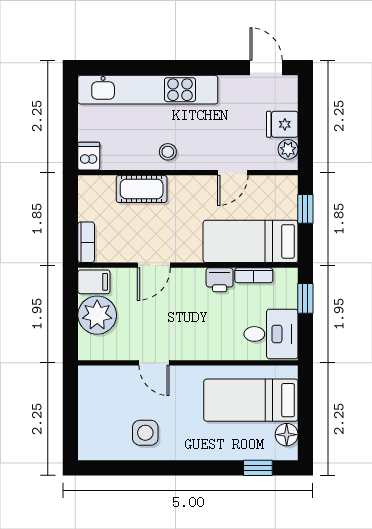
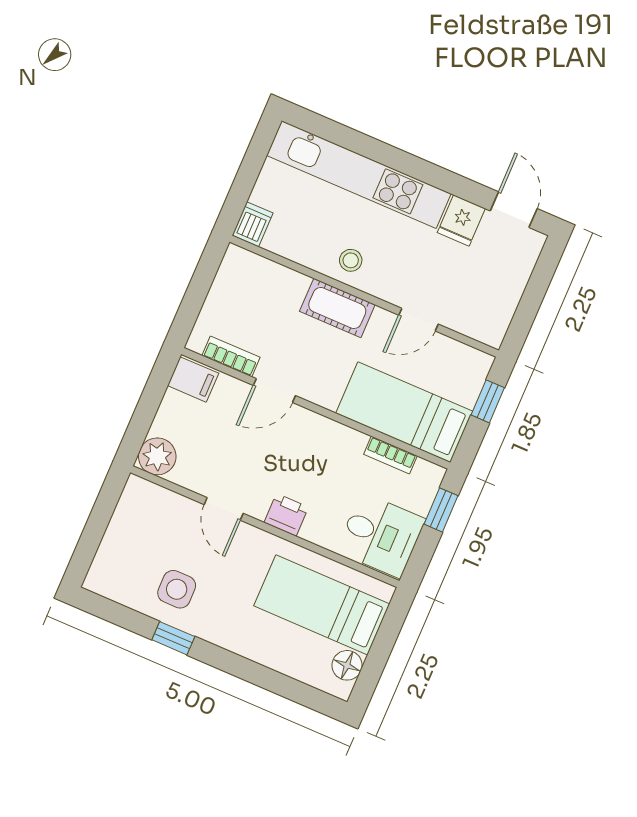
fridge: (282, 124) -> (461, 220), moved, turned -90
plant: (288, 149) -> (498, 320), removed
cot: (142, 189) -> (337, 308), moved
bookcase: (86, 242) -> (231, 356), moved, turned -90
printer: (220, 280) -> (286, 515), moved, turned 180
plant: (97, 315) -> (157, 456), moved, width x0.73, depth x0.73
window: (258, 468) -> (173, 638), moved

